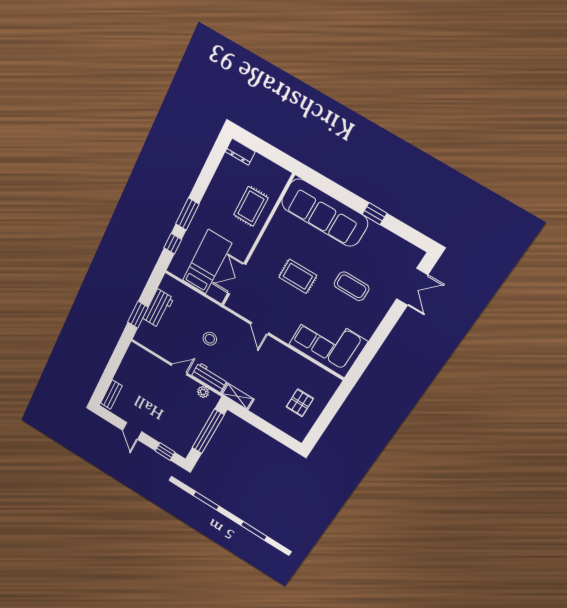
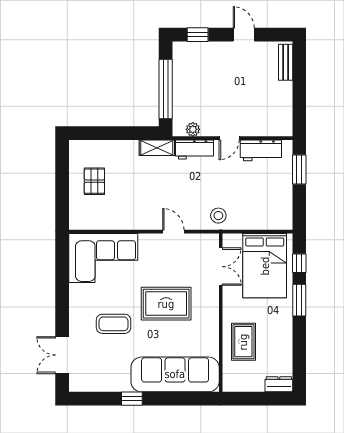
bed: (207, 262) -> (265, 266), width x1.50
rug: (298, 276) -> (166, 304), width x1.36, depth x1.43
workbench: (158, 308) -> (261, 150), moved, turned -90
stool: (210, 339) -> (218, 216), moved

